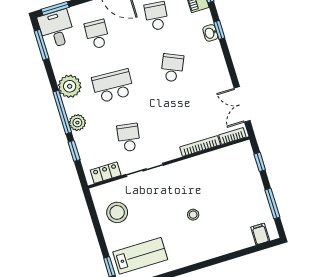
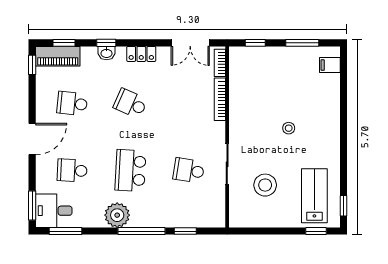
plant: (77, 123) -> (157, 219), removed
locker: (106, 173) -> (141, 54), moved, turned -90
stool: (117, 212) -> (265, 185), moved

